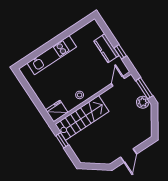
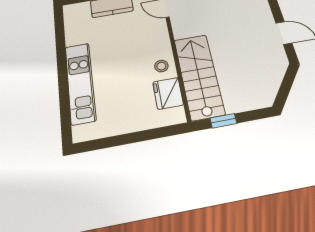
fridge: (57, 111) -> (168, 93), moved

